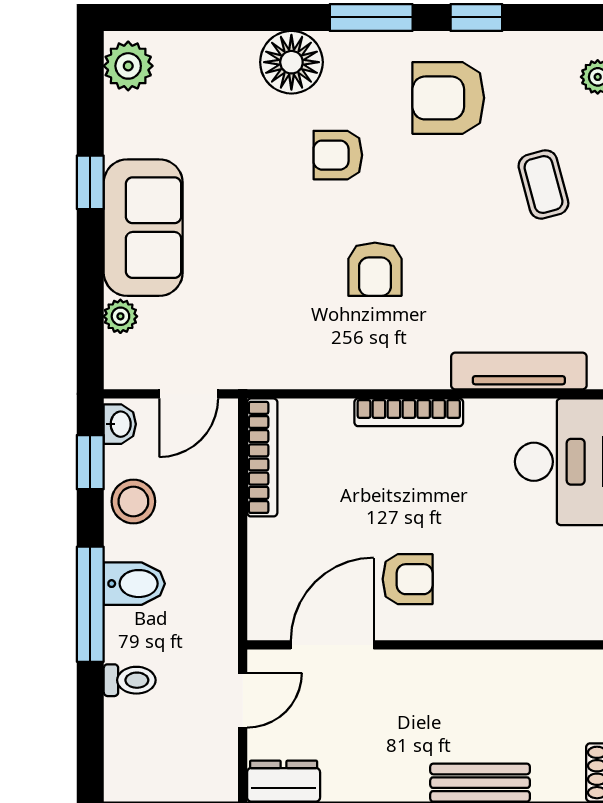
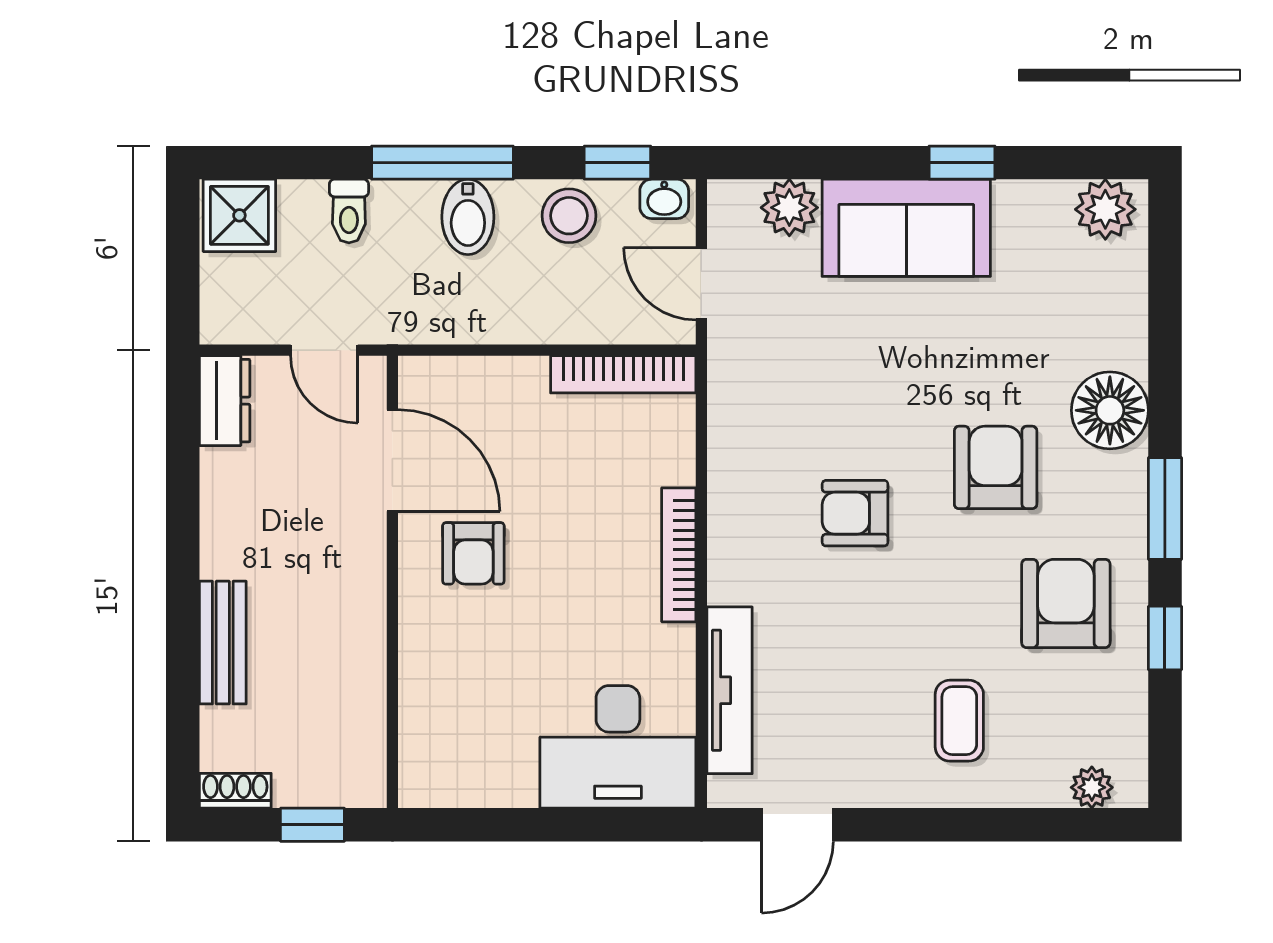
armchair: (338, 155) -> (996, 467), width x1.38, depth x1.38
coffee table: (543, 184) -> (959, 721), turned -75
plant: (120, 316) -> (789, 208), width x1.38, depth x1.38
shower: (133, 769) -> (239, 215), added

